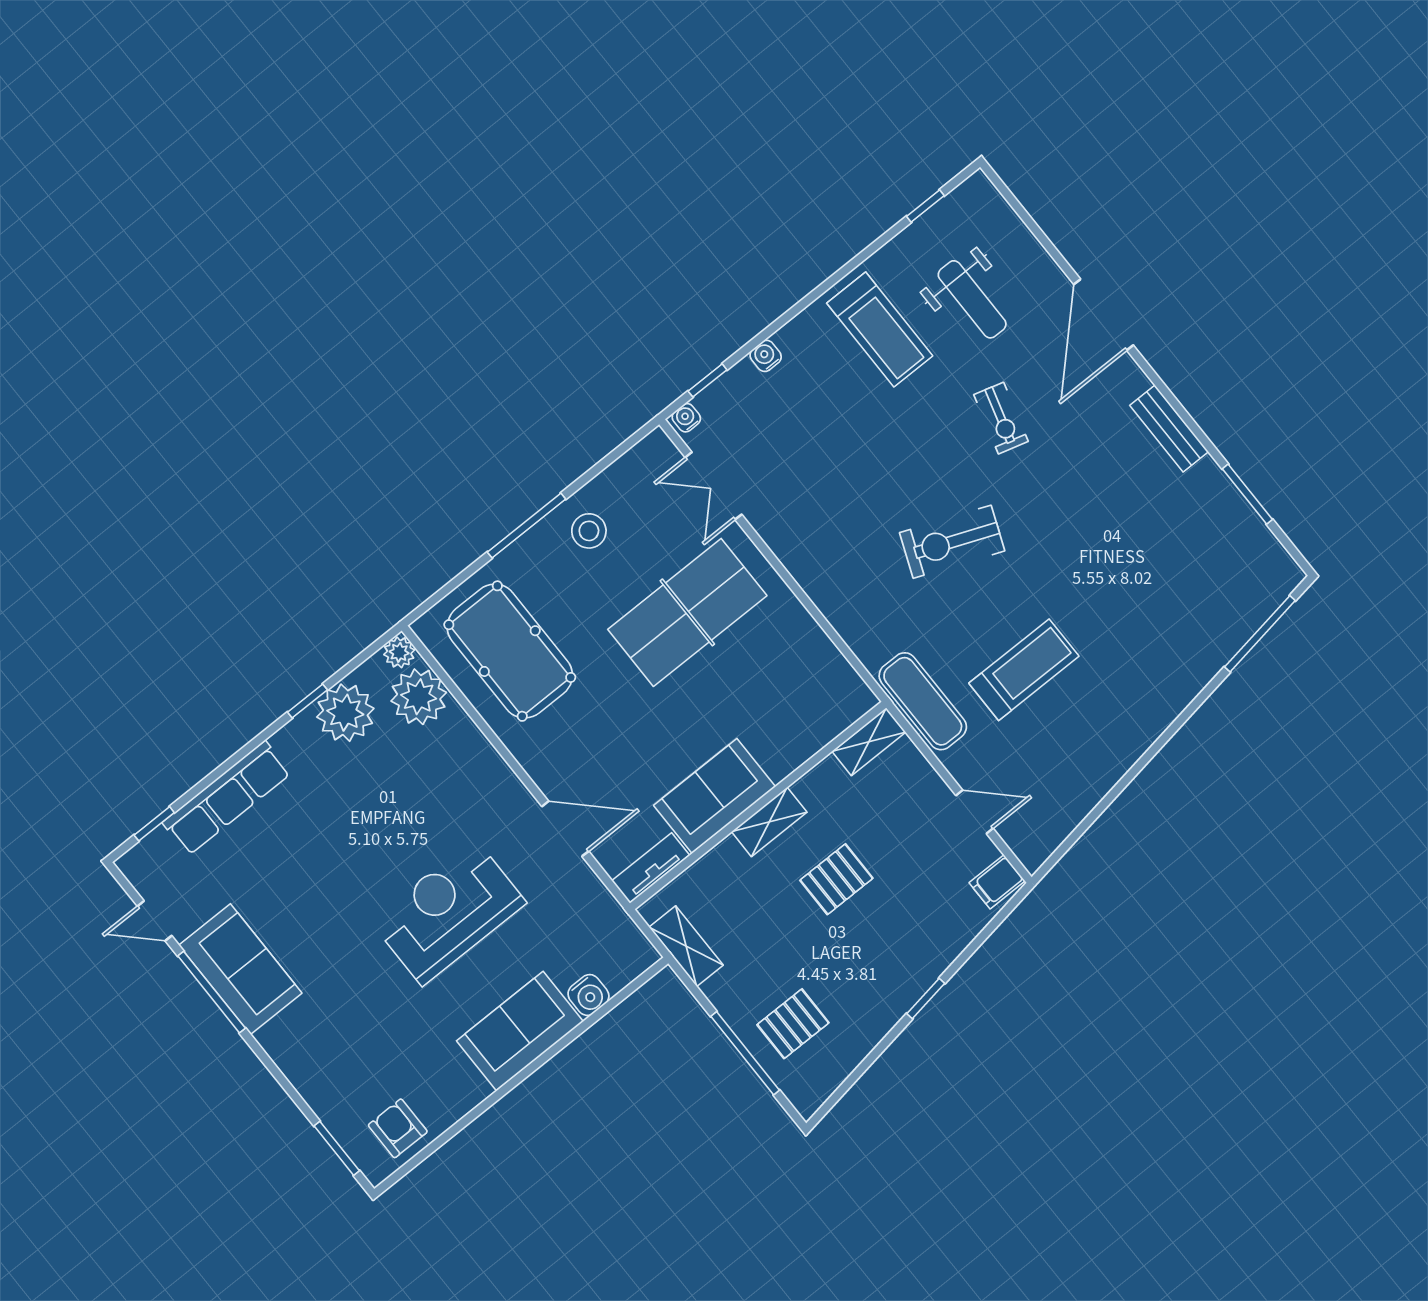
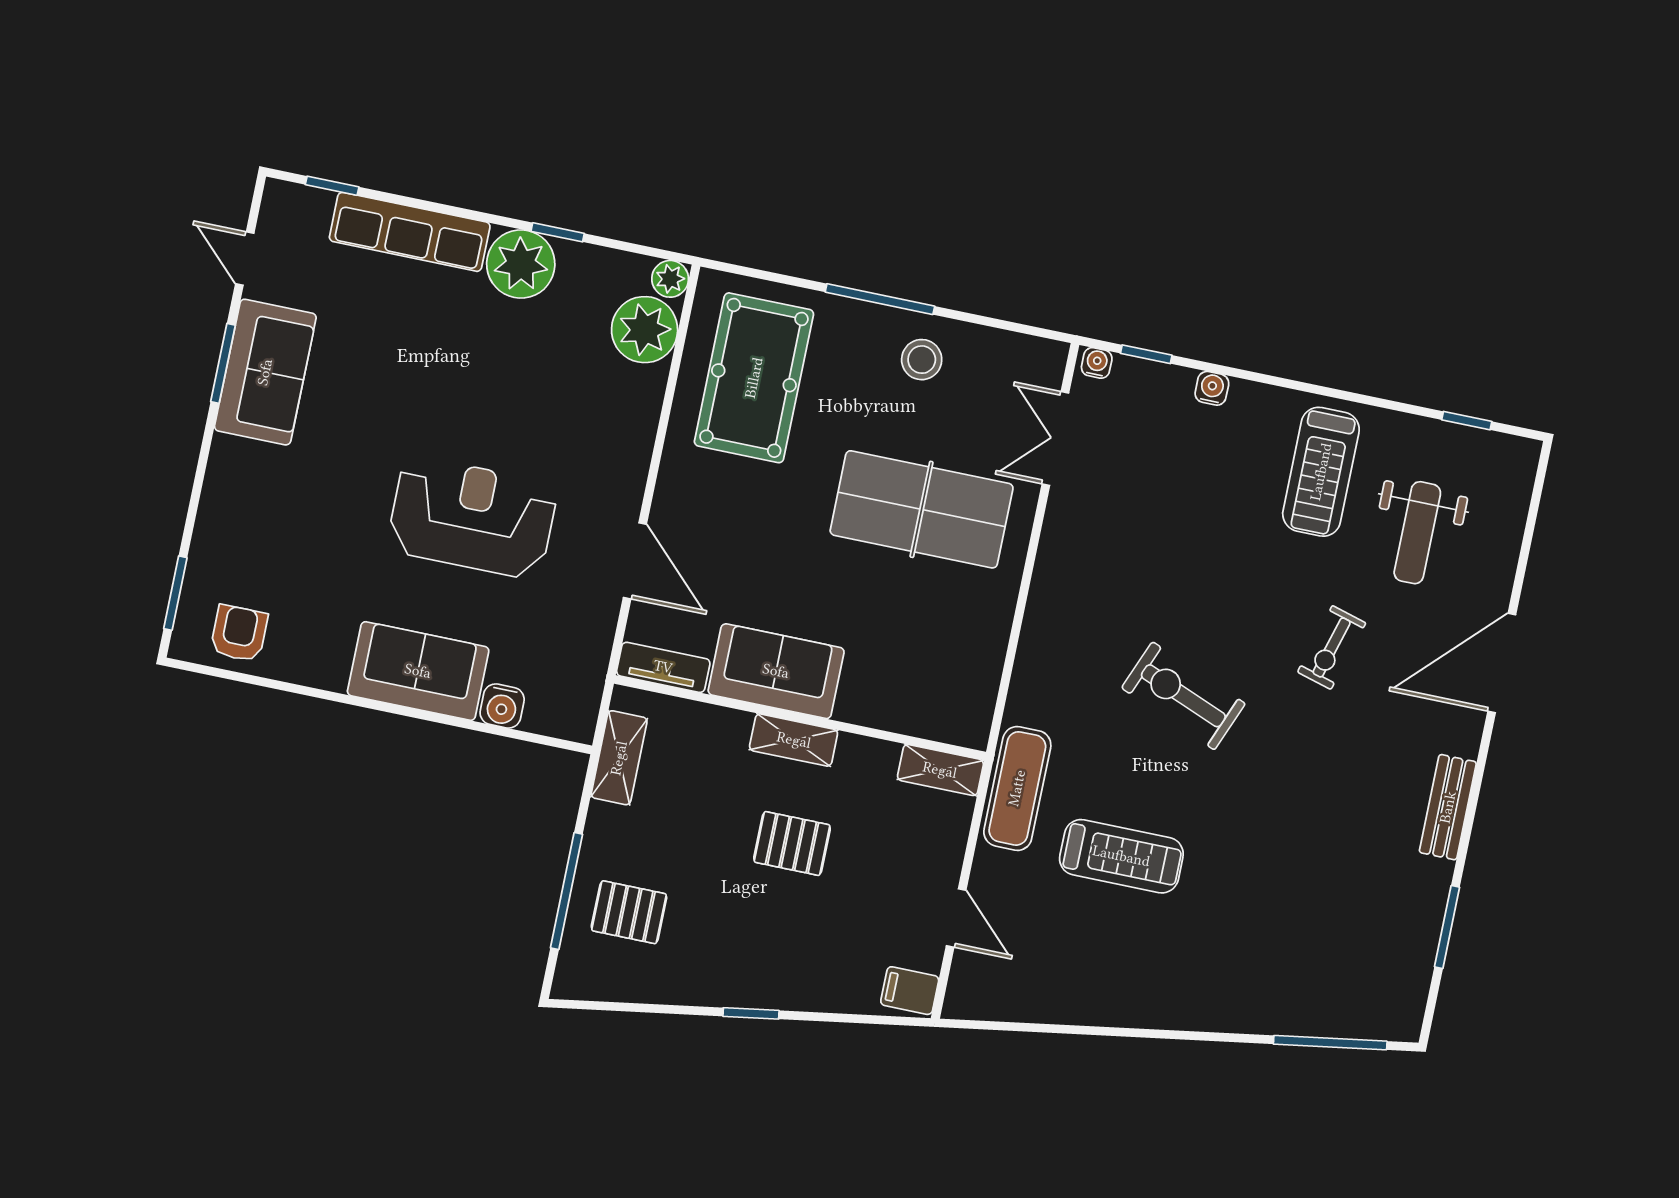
plant: (345, 713) -> (521, 264), moved
window: (212, 992) -> (223, 363), width x0.69

